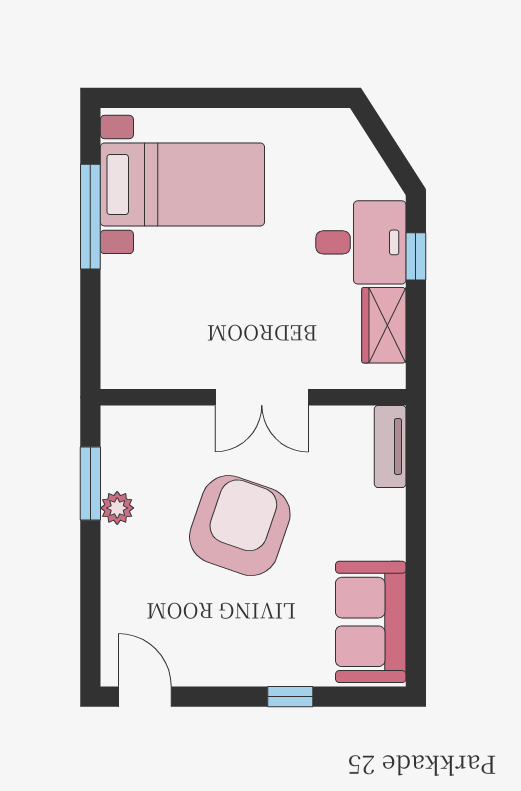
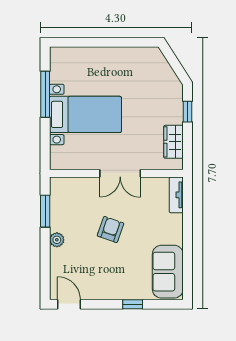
bed with nightstands: (182, 184) -> (85, 114), moved
desk: (361, 242) -> (163, 106), removed
plant: (117, 508) -> (57, 240), moved
armchair: (240, 526) -> (111, 229), width x0.53, depth x0.53

